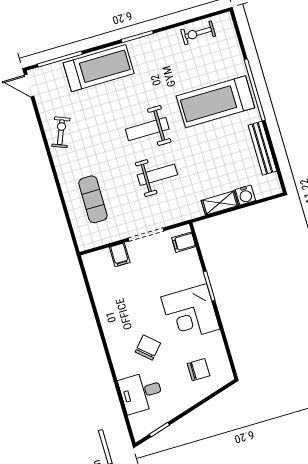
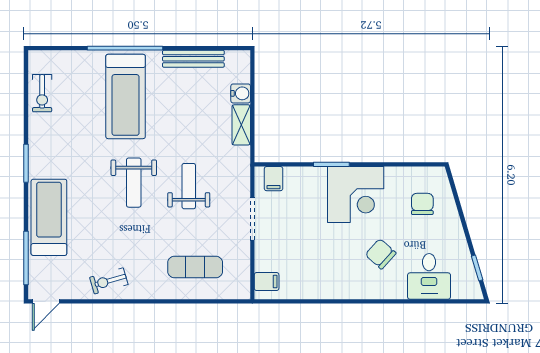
exercise bike: (61, 132) -> (109, 281), turned -38
filing cabinet: (120, 255) -> (267, 282), moved

